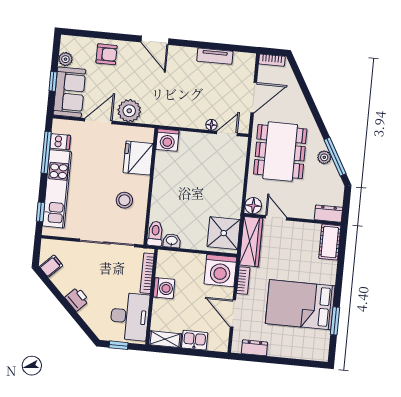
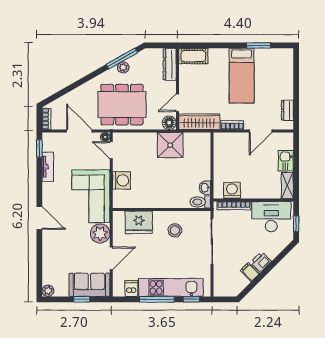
door: (155, 40) -> (39, 218), hinge flipped
window: (237, 48) -> (39, 148), added
armchair: (107, 54) -> (55, 257), removed
plant: (65, 59) -> (48, 291), moved
corner sofa: (175, 104) -> (91, 196), added
door: (98, 121) -> (111, 258), swing flipped
floor lamp: (211, 125) -> (105, 137), moved
washing machine: (167, 140) -> (121, 180), moved
window: (46, 152) -> (157, 299), moved
dresser: (328, 214) -> (170, 64), width x1.44
shower: (224, 233) -> (170, 145), moved
filing cabinet: (51, 266) -> (250, 272), moved
washing machine: (220, 271) -> (226, 145), removed
washing machine: (164, 288) -> (232, 190), moved
bed: (300, 305) -> (242, 76), width x0.67

